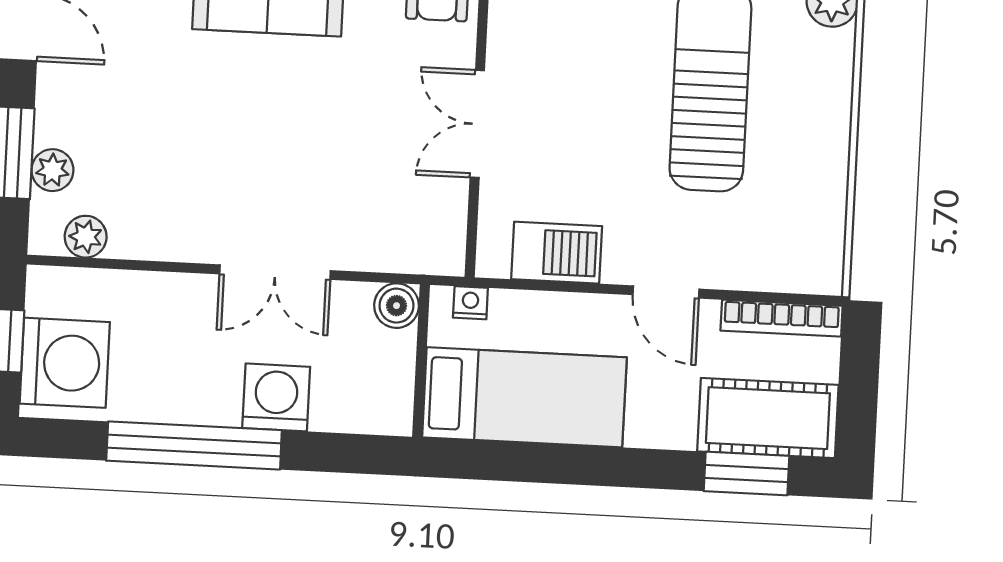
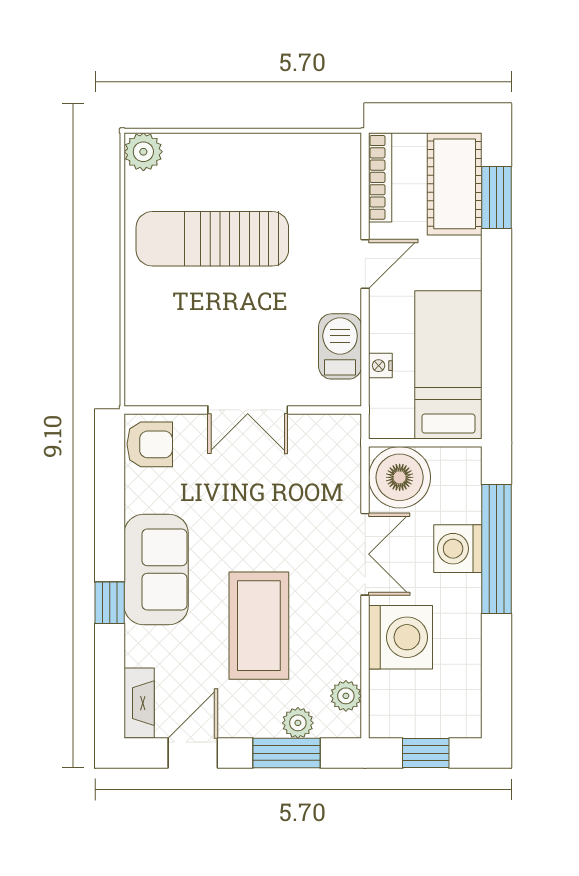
coffee table: (186, 124) -> (259, 626), added
nightstand: (470, 303) -> (380, 366), moved
boiler: (397, 306) -> (400, 477), width x1.86, depth x1.86
washing machine: (65, 363) -> (401, 637), moved, turned 90
window: (194, 445) -> (496, 549), moved

